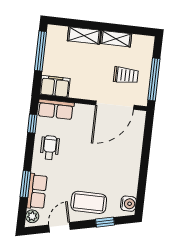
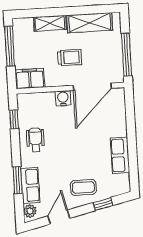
shelving: (116, 39) -> (90, 23), width x1.50, depth x1.33
trolley: (126, 75) -> (70, 58), moved
row of seats: (56, 109) -> (120, 155), moved, turned 90
coffee table: (89, 202) -> (83, 187), width x0.73, depth x0.77
water cooler: (128, 204) -> (63, 98), moved, turned -90

